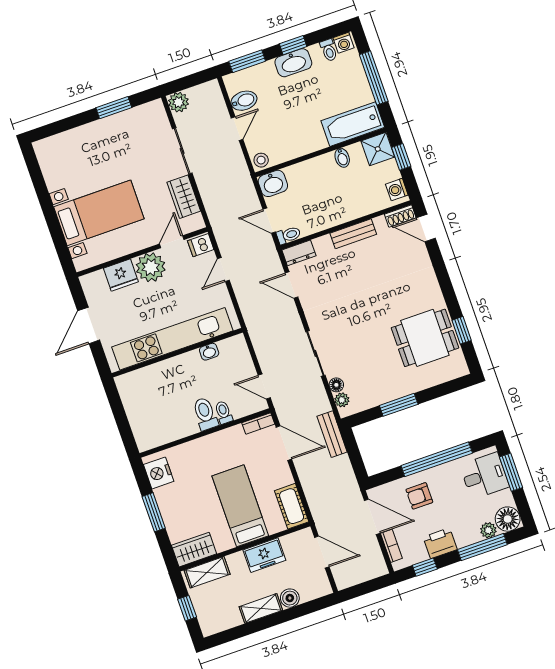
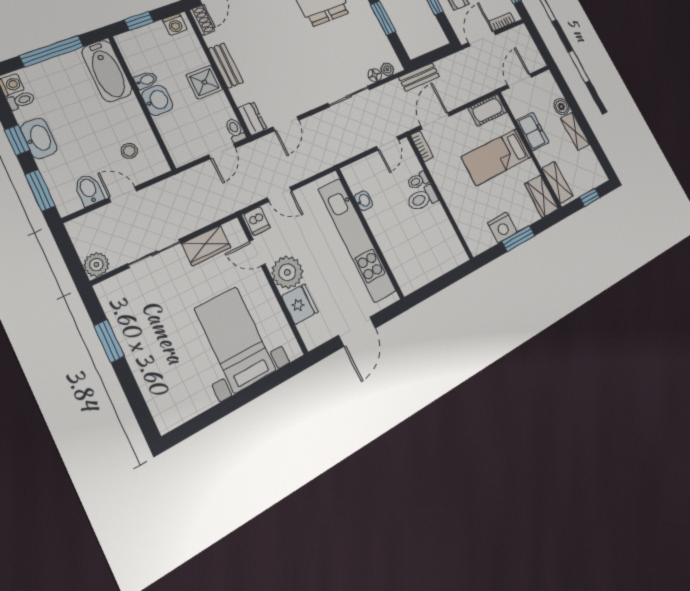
shower: (378, 149) -> (204, 82), moved
stool: (261, 160) -> (129, 151), moved
washbasin: (273, 183) -> (157, 100), moved
door: (89, 325) -> (357, 332), hinge flipped
nightstand: (159, 473) -> (502, 228), moved

